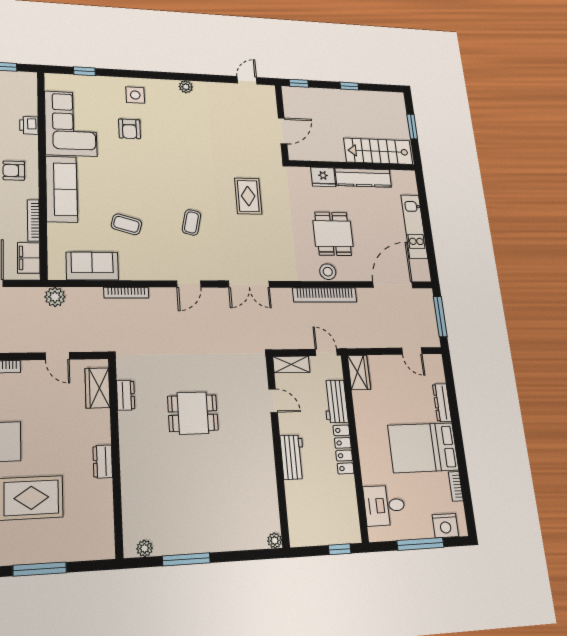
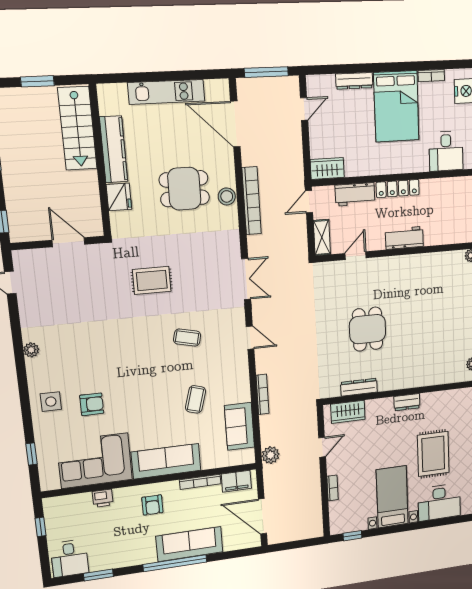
dresser: (126, 395) -> (359, 387), width x1.44

